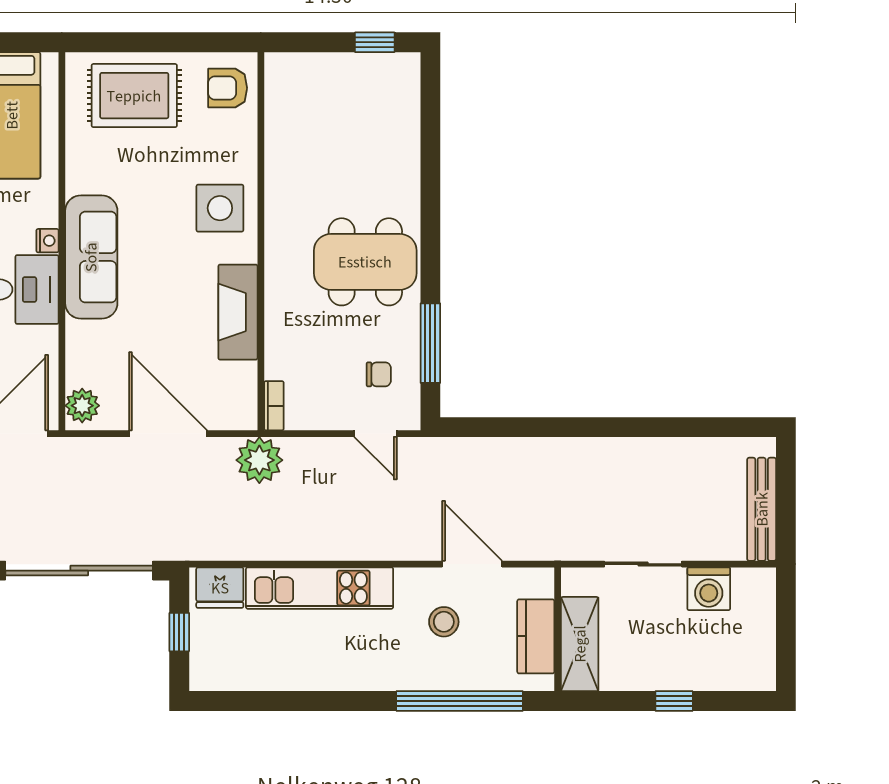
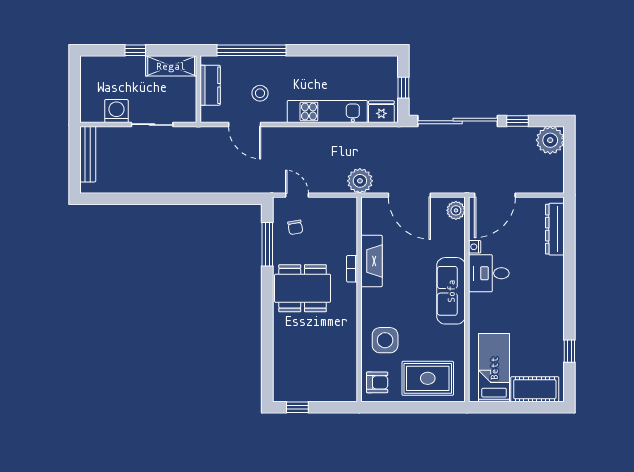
side table: (220, 208) -> (385, 340), moved
nightstand: (47, 241) -> (475, 247), moved
chair: (379, 374) -> (295, 227), turned -100
bookcase: (274, 406) -> (352, 269), moved
shelving: (580, 644) -> (171, 66), moved, turned 90

